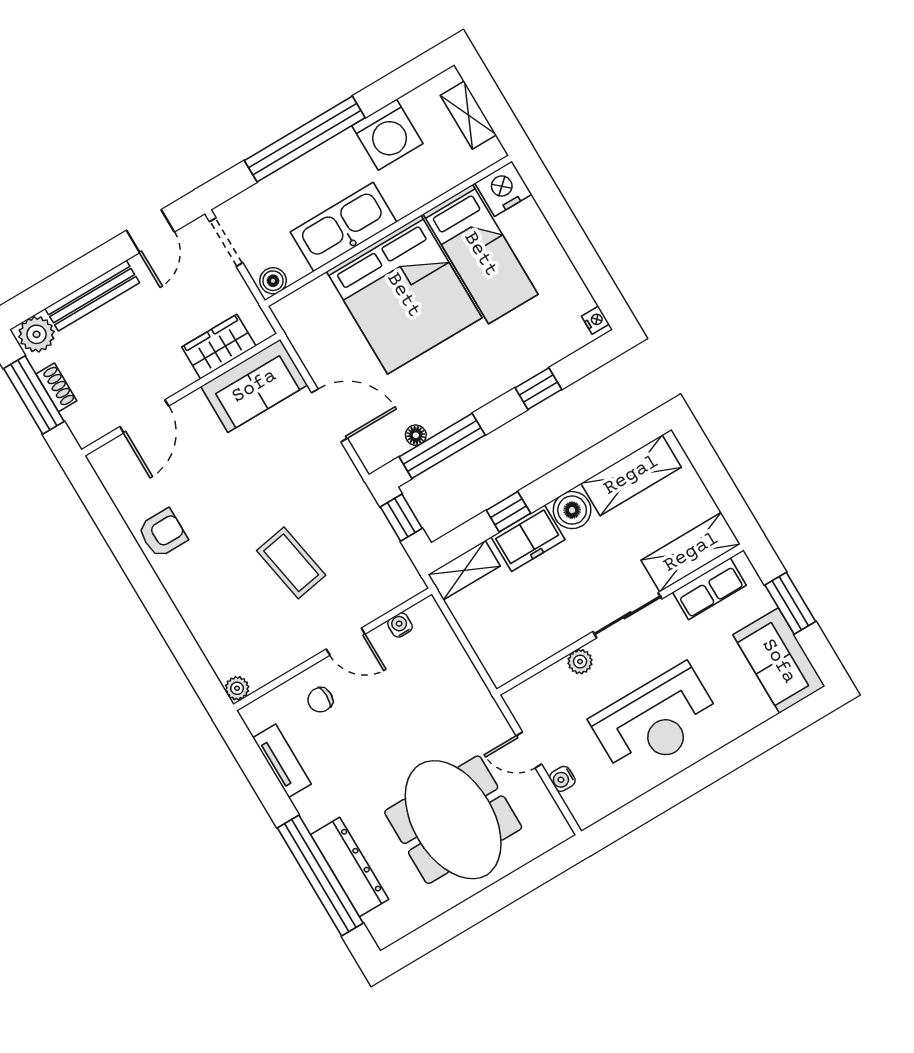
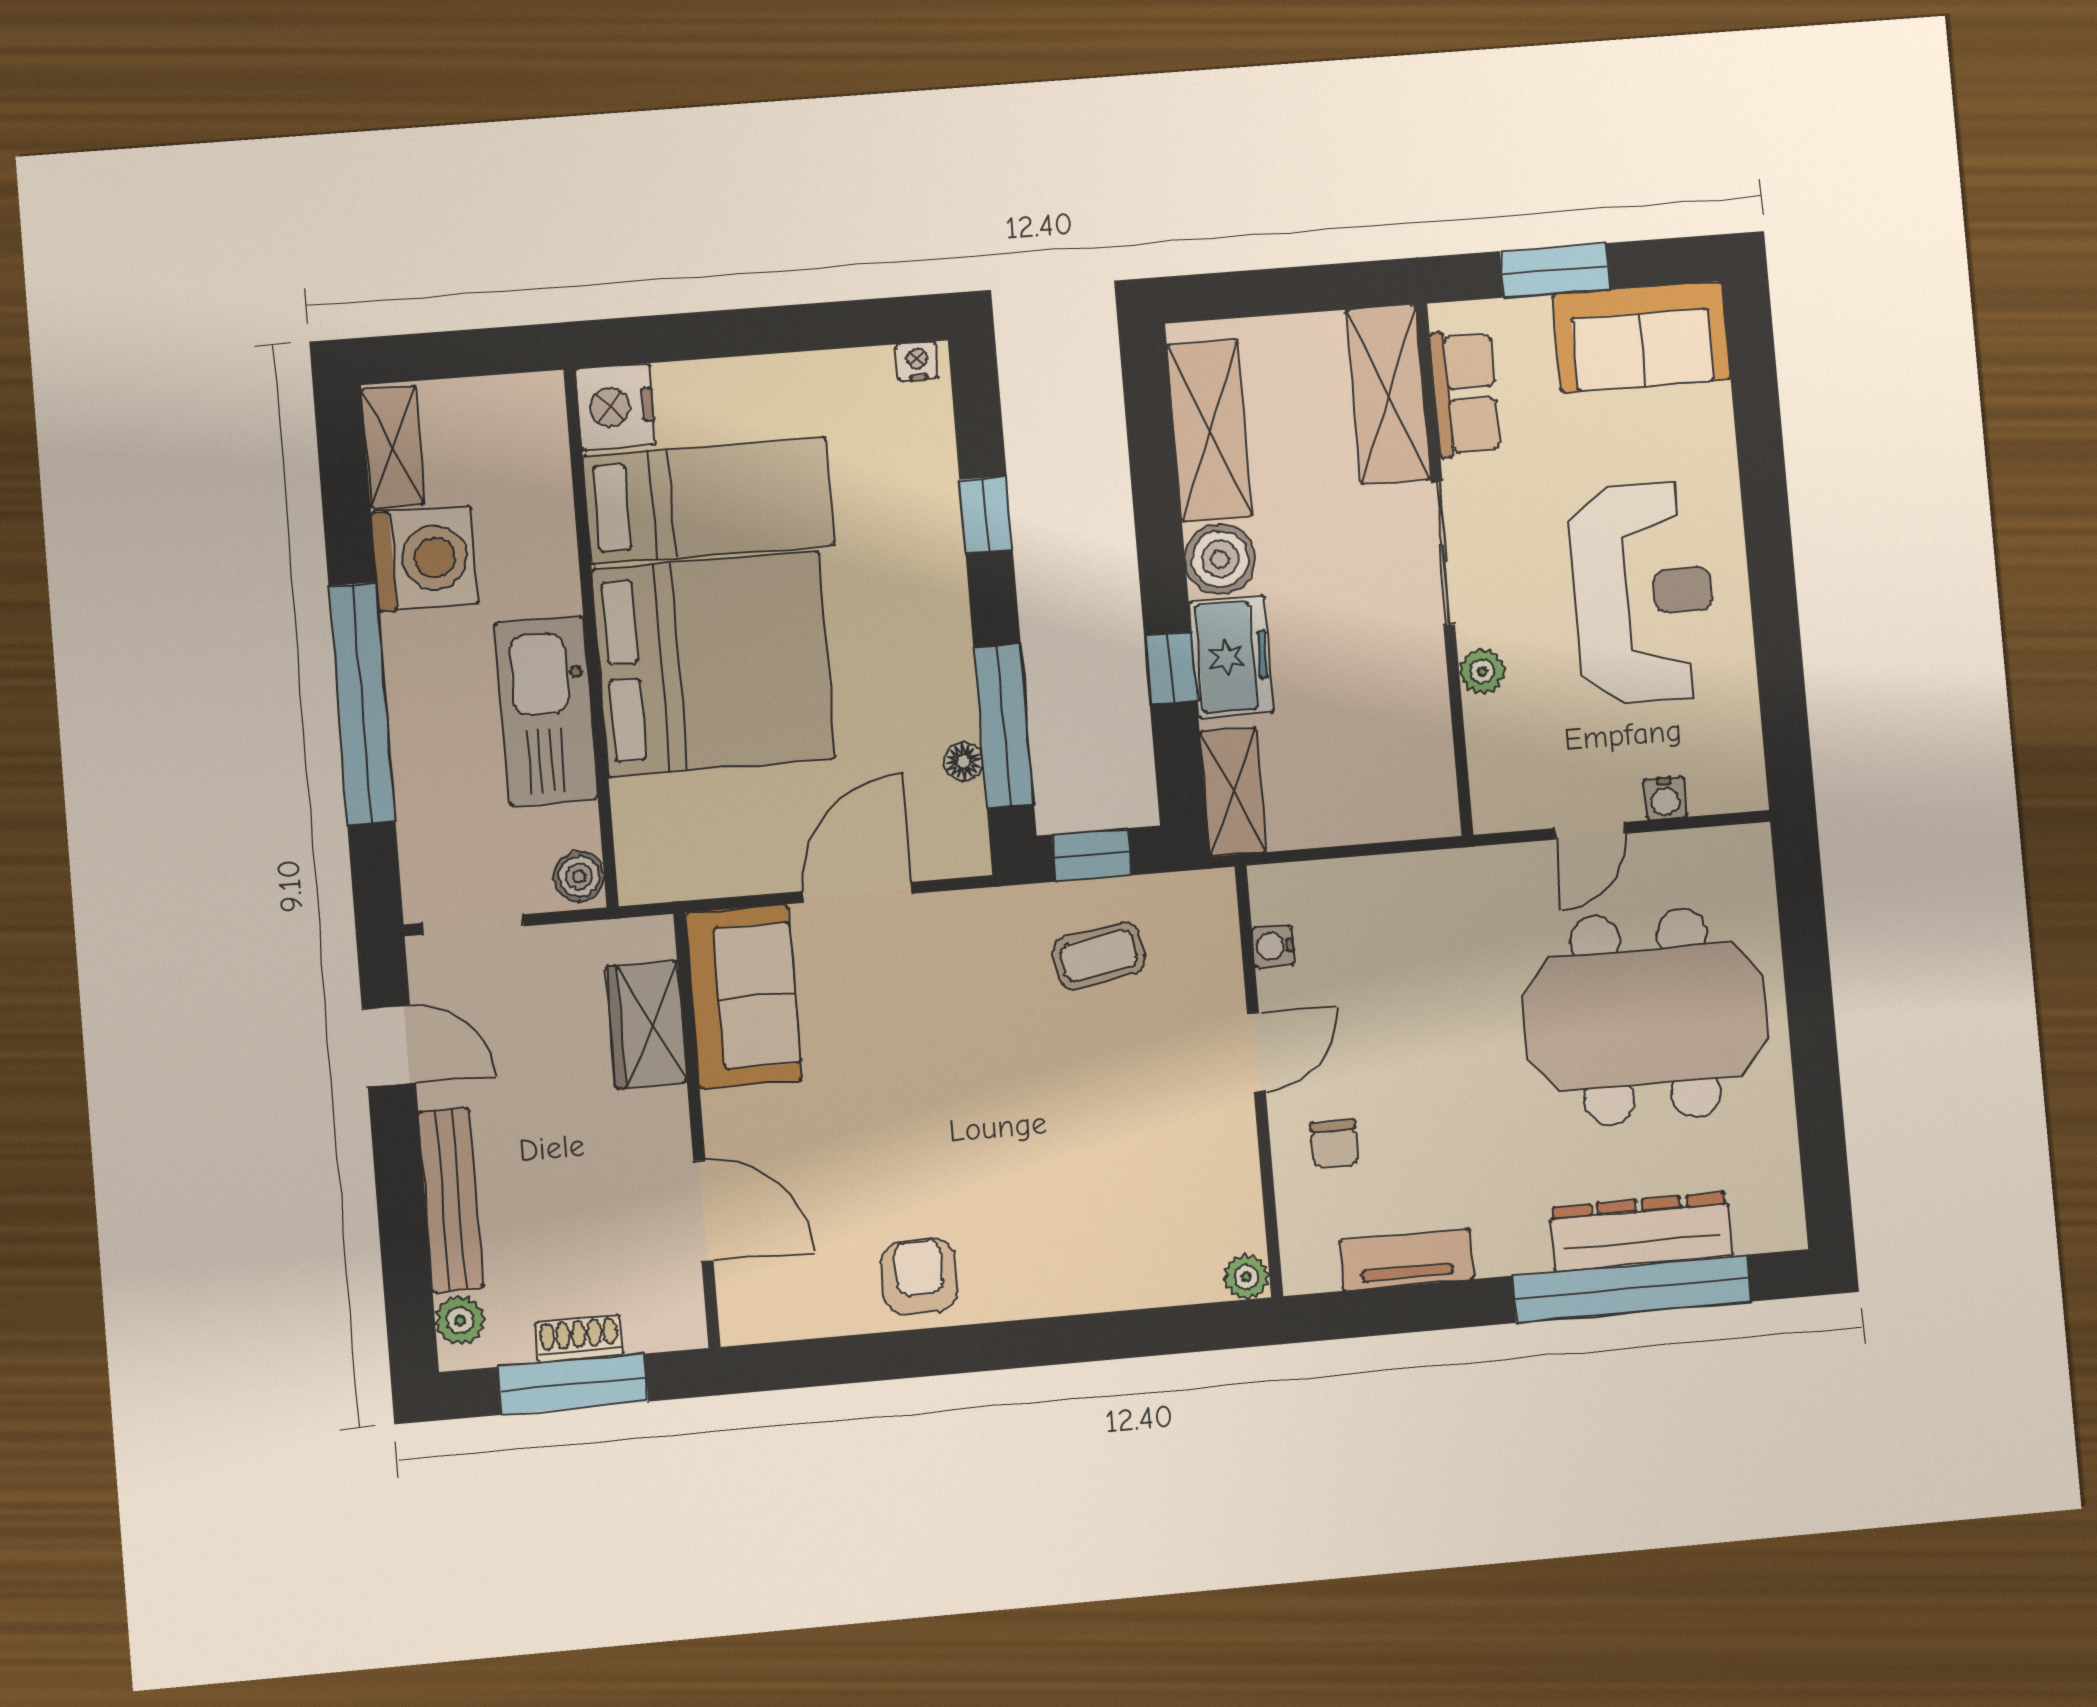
shelving: (468, 115) -> (393, 447), moved, turned 90
plant: (37, 334) -> (460, 1320), width x0.73, depth x0.73
coffee table: (291, 563) -> (1099, 955), moved, width x0.73, depth x0.77

